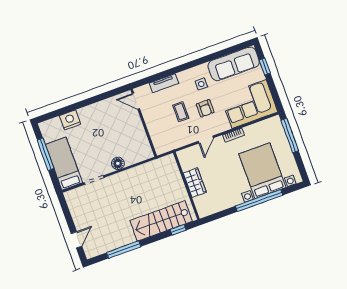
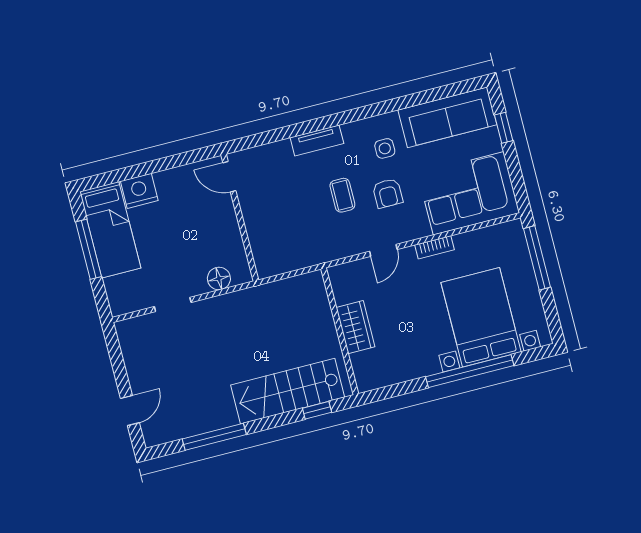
door: (136, 101) -> (229, 177), moved
wall: (144, 123) -> (240, 218), moved
bed: (64, 164) -> (110, 230), moved, turned 180

